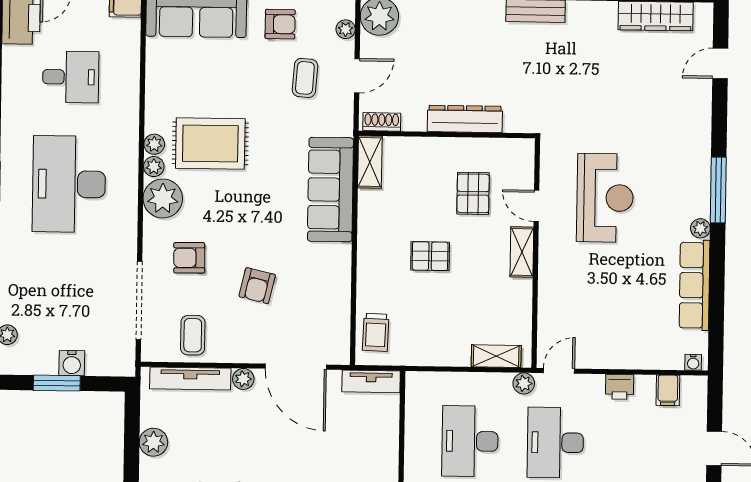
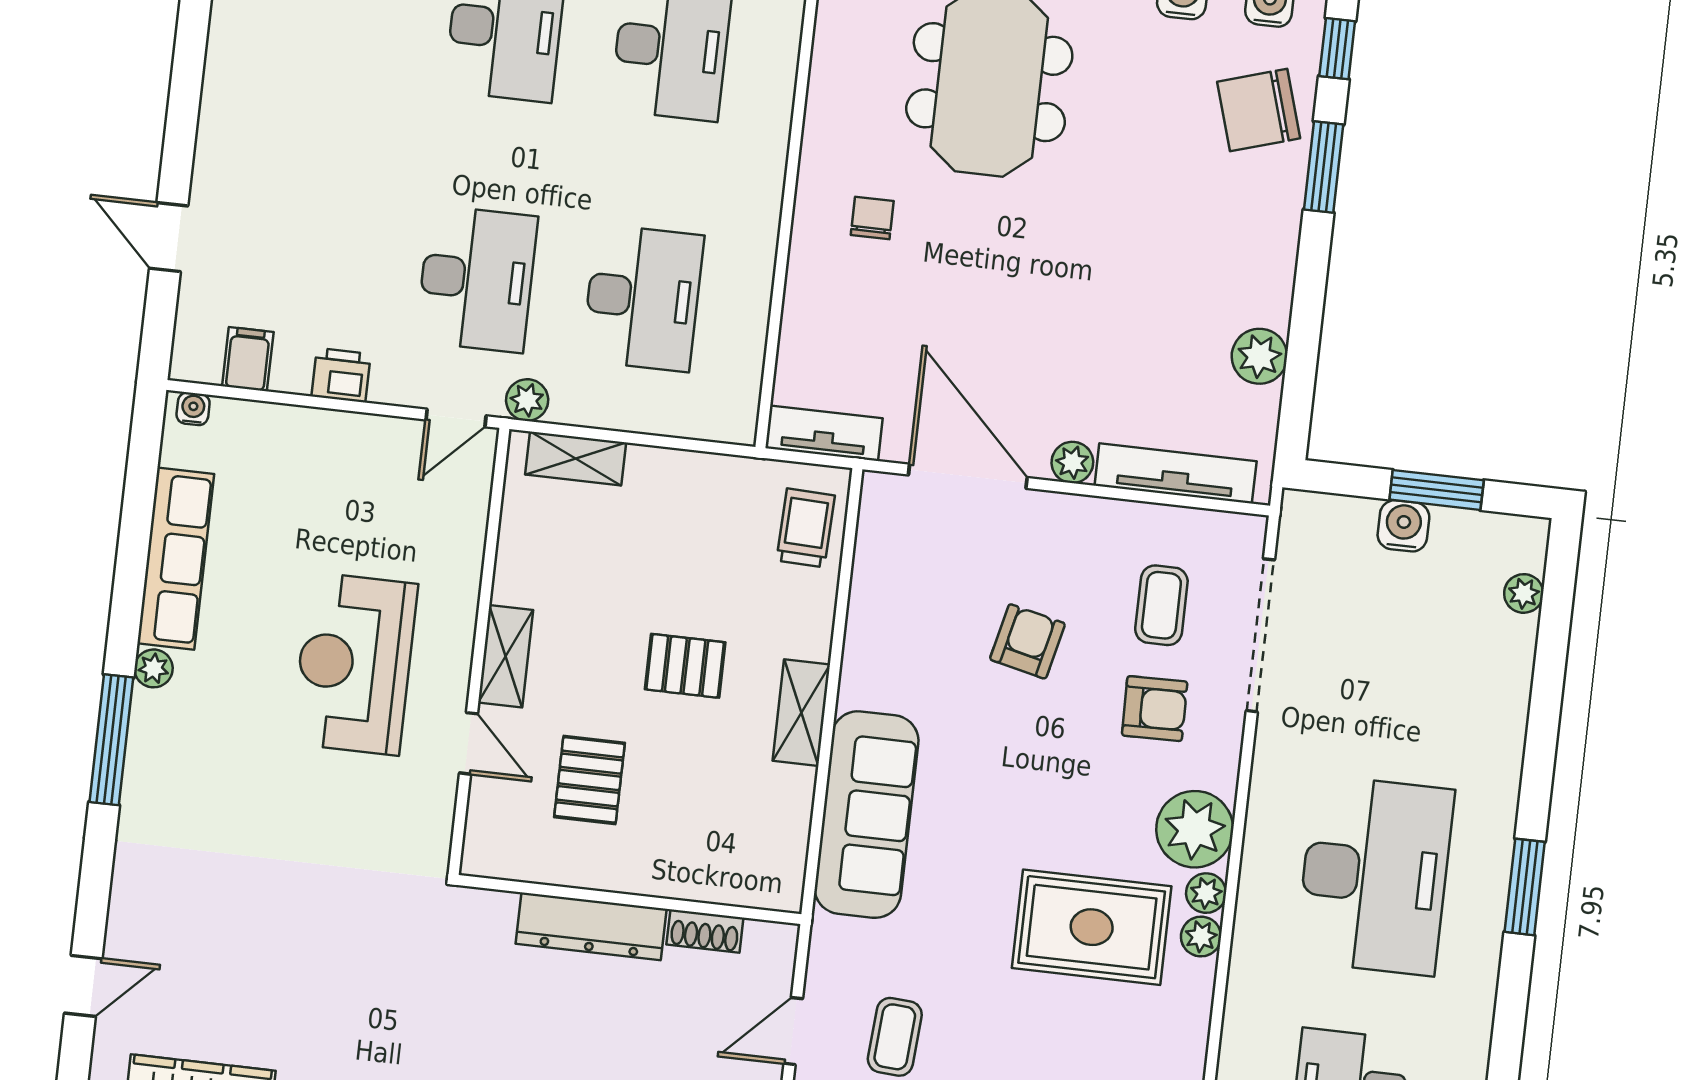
shoe rack: (382, 122) -> (705, 931), moved
shelving: (370, 162) -> (801, 713), moved
reception desk: (605, 198) -> (354, 664), moved
coffee table: (193, 335) -> (1161, 605), moved

